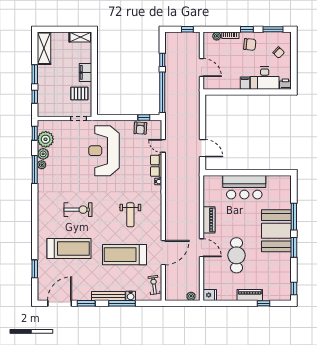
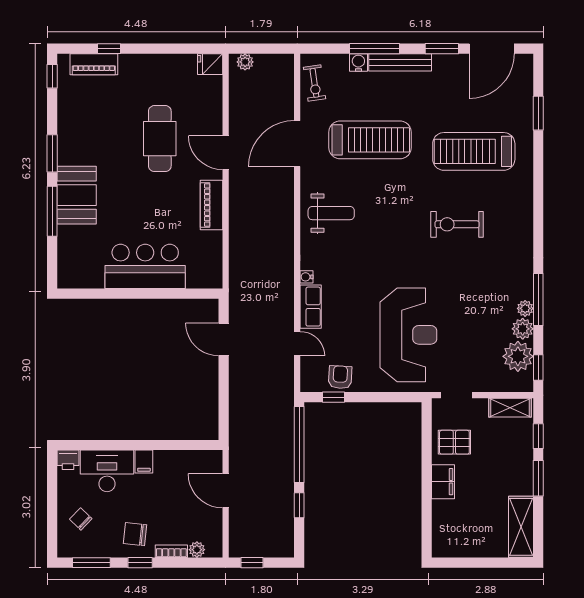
shelving: (80, 37) -> (510, 408), moved
weight bench: (130, 215) -> (331, 213), moved, turned 90
booth: (276, 231) -> (77, 195), width x0.73, depth x0.70
piano: (250, 295) -> (94, 64), moved

